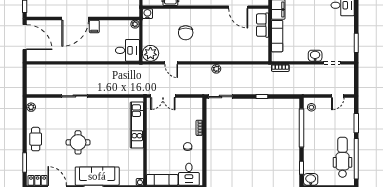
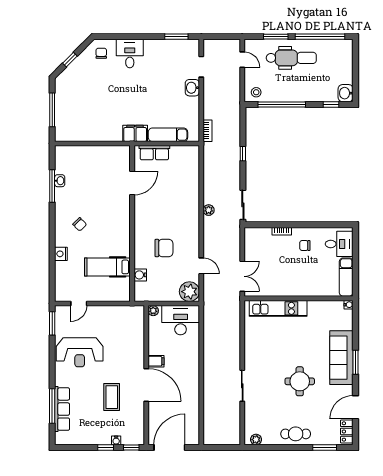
water cooler: (147, 14) -> (140, 275), moved
desk: (127, 50) -> (181, 320), width x1.37
door: (171, 63) -> (201, 266), hinge flipped
dental chair: (342, 157) -> (291, 58), moved, turned 180

